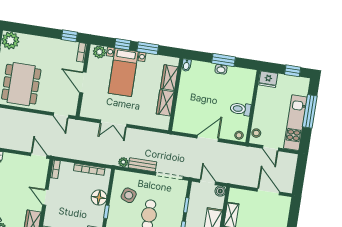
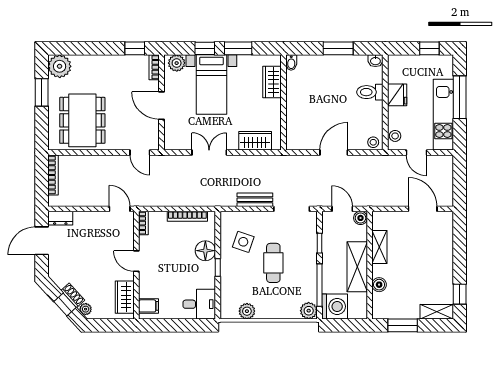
washbasin: (221, 69) -> (375, 61), moved
fridge: (268, 79) -> (397, 95), moved, turned -90
wardrobe: (165, 103) -> (255, 141), moved, turned 90
toilet: (240, 109) -> (370, 92), moved
double door: (113, 124) -> (209, 153), swing flipped
plant: (123, 162) -> (230, 200), removed

